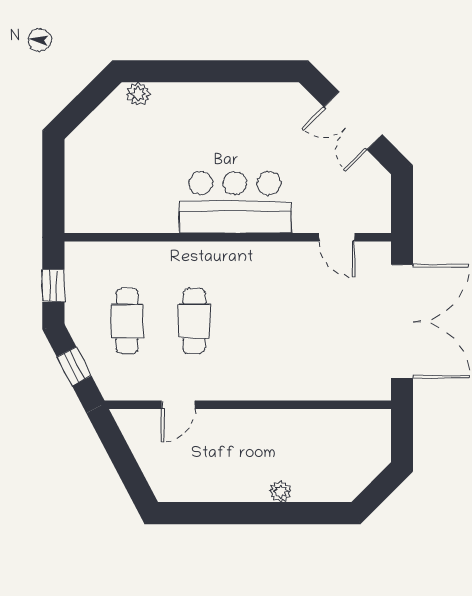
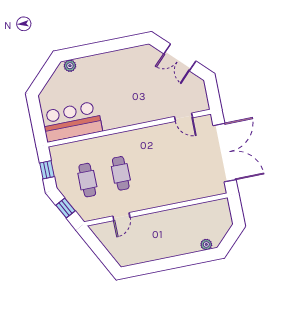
bar counter: (235, 202) -> (72, 122), moved
plant: (281, 491) -> (206, 244), moved

